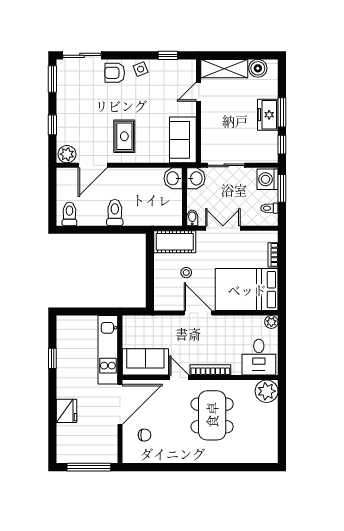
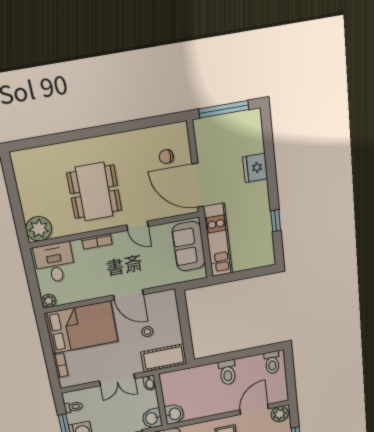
sofa: (145, 362) -> (189, 246), moved, turned 90
bookcase: (210, 370) -> (97, 241), width x0.64
door: (120, 404) -> (198, 185), hinge flipped

